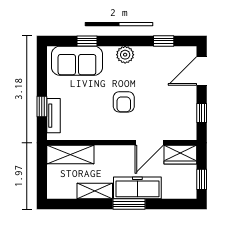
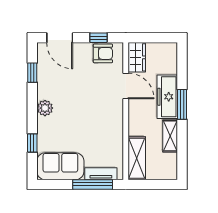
sofa: (77, 61) -> (60, 166), moved, turned -90
armchair: (124, 102) -> (103, 53), moved
window: (42, 107) -> (93, 184), width x2.17
window: (202, 179) -> (159, 38), removed

